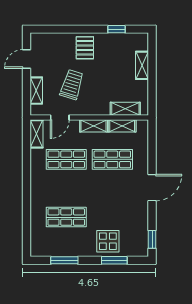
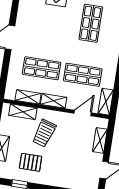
pallet: (85, 48) -> (31, 162), moved, turned 90
trolley: (72, 85) -> (44, 133), moved
shop shelf: (66, 217) -> (91, 23), turned 90

